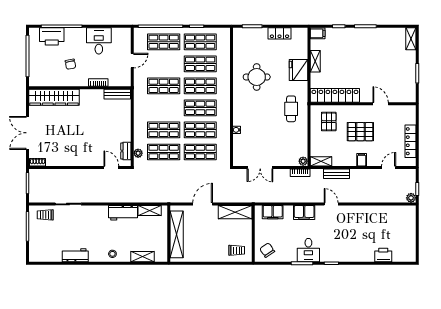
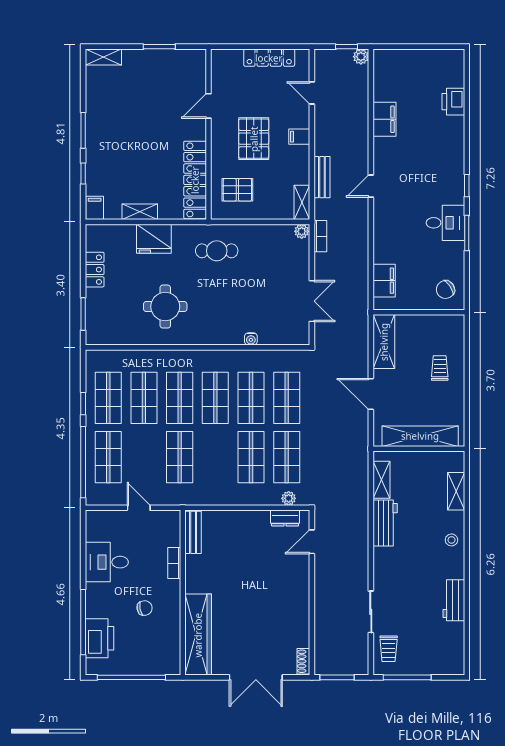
filing cabinet: (304, 212) -> (384, 119), moved
trolley: (237, 250) -> (440, 368), moved

